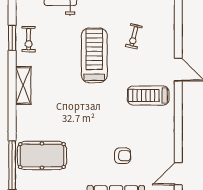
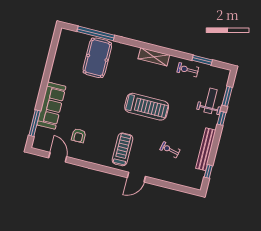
window: (12, 38) -> (202, 60), moved
treadmill: (94, 55) -> (147, 107), moved
armchair: (123, 156) -> (79, 136), moved

